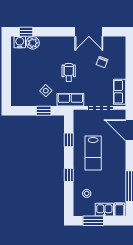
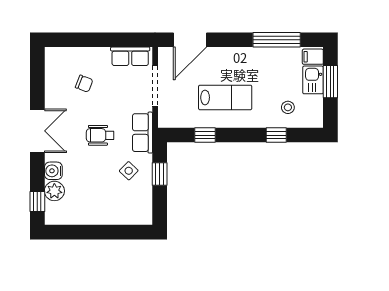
double door: (89, 32) -> (37, 131), moved
water cooler: (20, 42) -> (53, 171), moved
window: (69, 175) -> (276, 135), moved
window: (93, 221) -> (330, 82), moved

